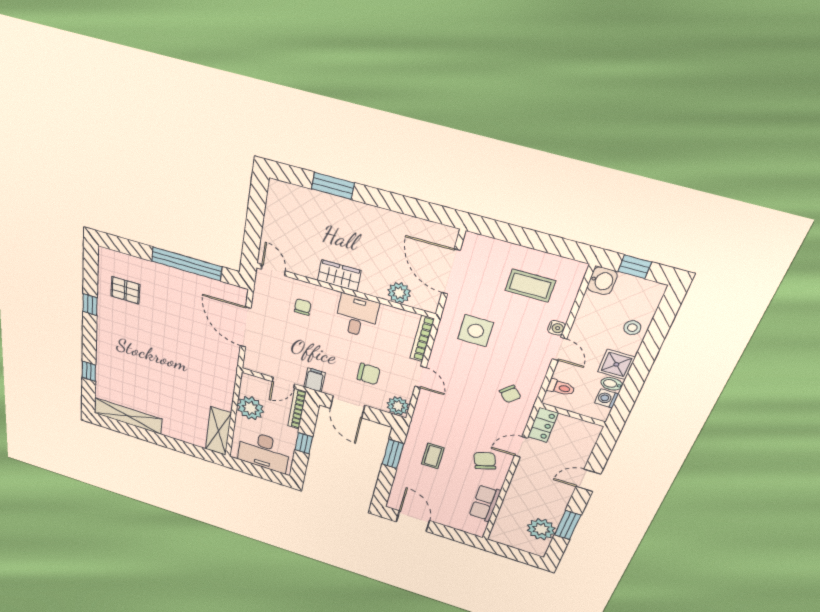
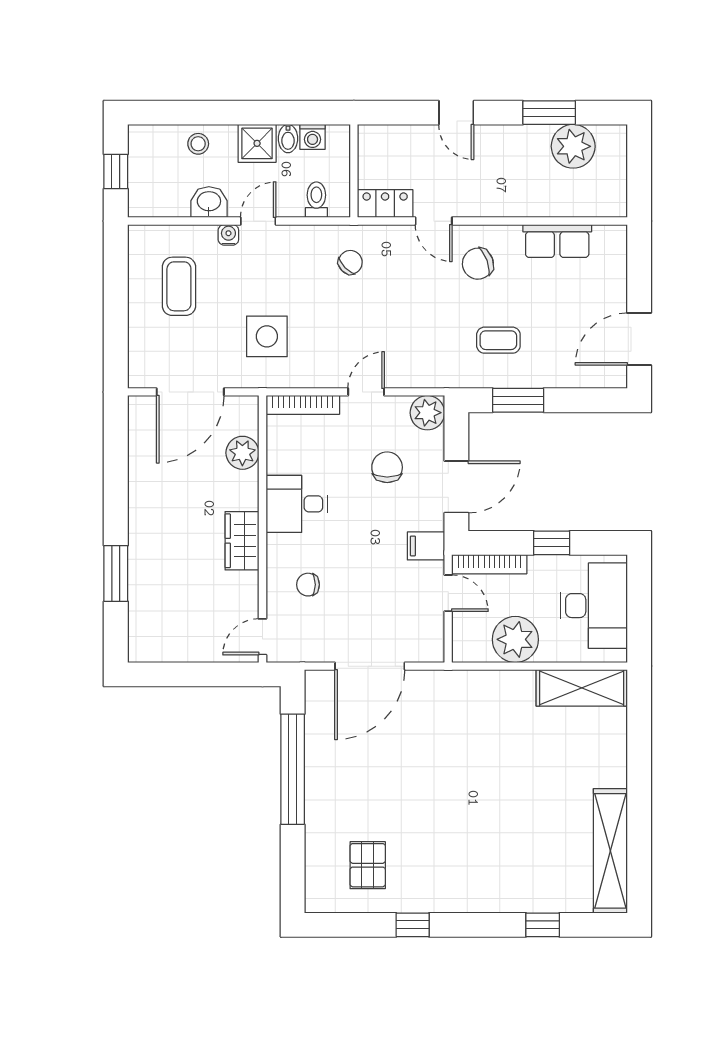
washbasin: (602, 281) -> (209, 202), moved

